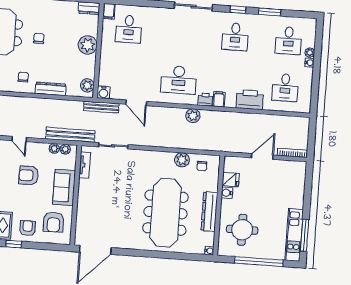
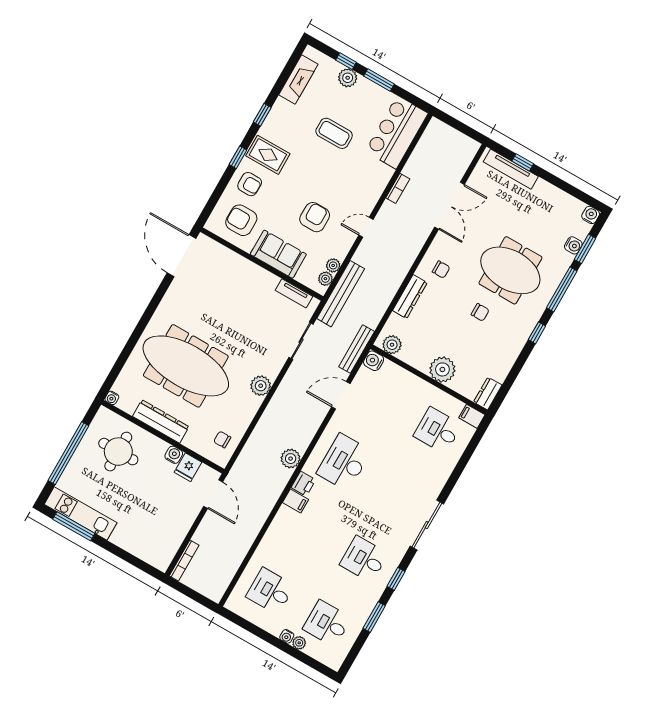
printer: (250, 100) -> (276, 539), removed
door: (262, 156) -> (213, 494), moved
plant: (182, 160) -> (261, 386), moved

